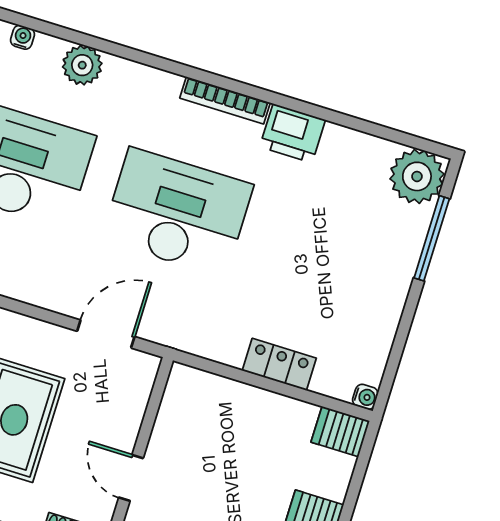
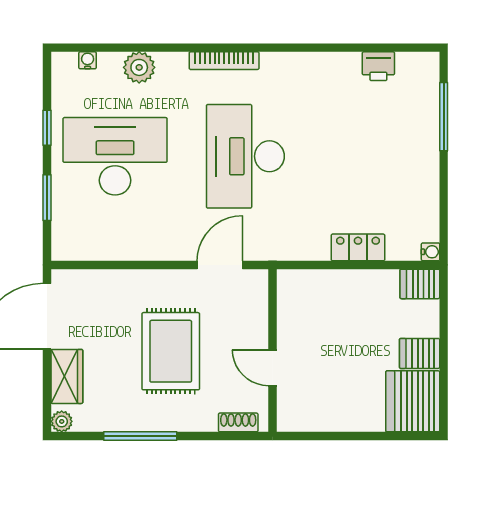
bookcase: (225, 100) -> (224, 61), moved
printer: (293, 133) -> (378, 66), moved, width x0.73, depth x0.81
plant: (417, 176) -> (418, 73), removed
desk: (177, 212) -> (245, 156), turned -90

